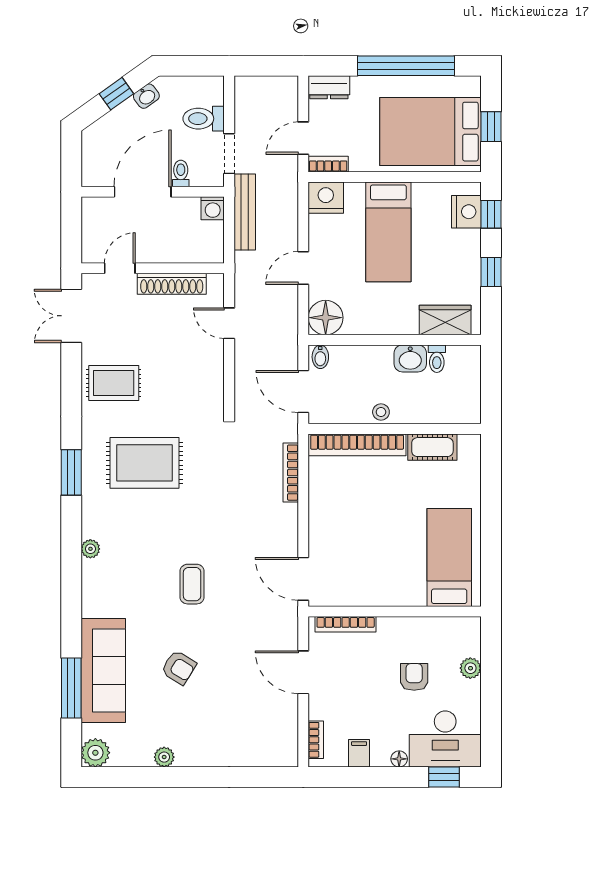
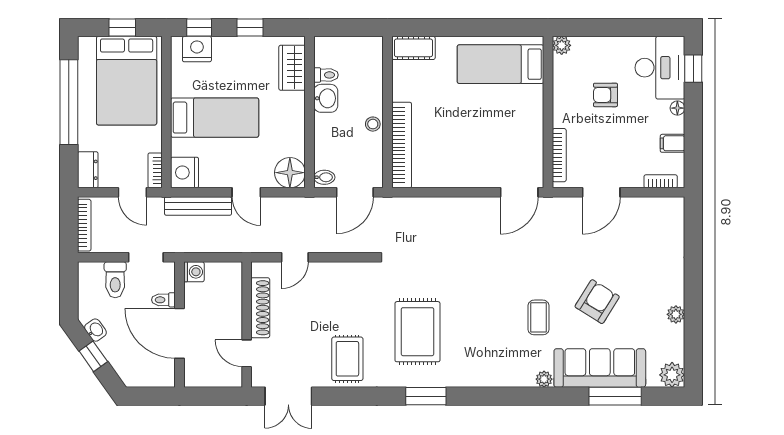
bench: (245, 212) -> (198, 206), moved
cot: (432, 447) -> (413, 48), moved, turned 90
bookcase: (291, 473) -> (84, 225), moved, turned -90
plant: (90, 549) -> (544, 379), moved
coffee table: (192, 584) -> (538, 317), moved, turned 90
armchair: (179, 667) -> (597, 302), width x1.38, depth x1.38
plant: (470, 668) -> (562, 45), moved

